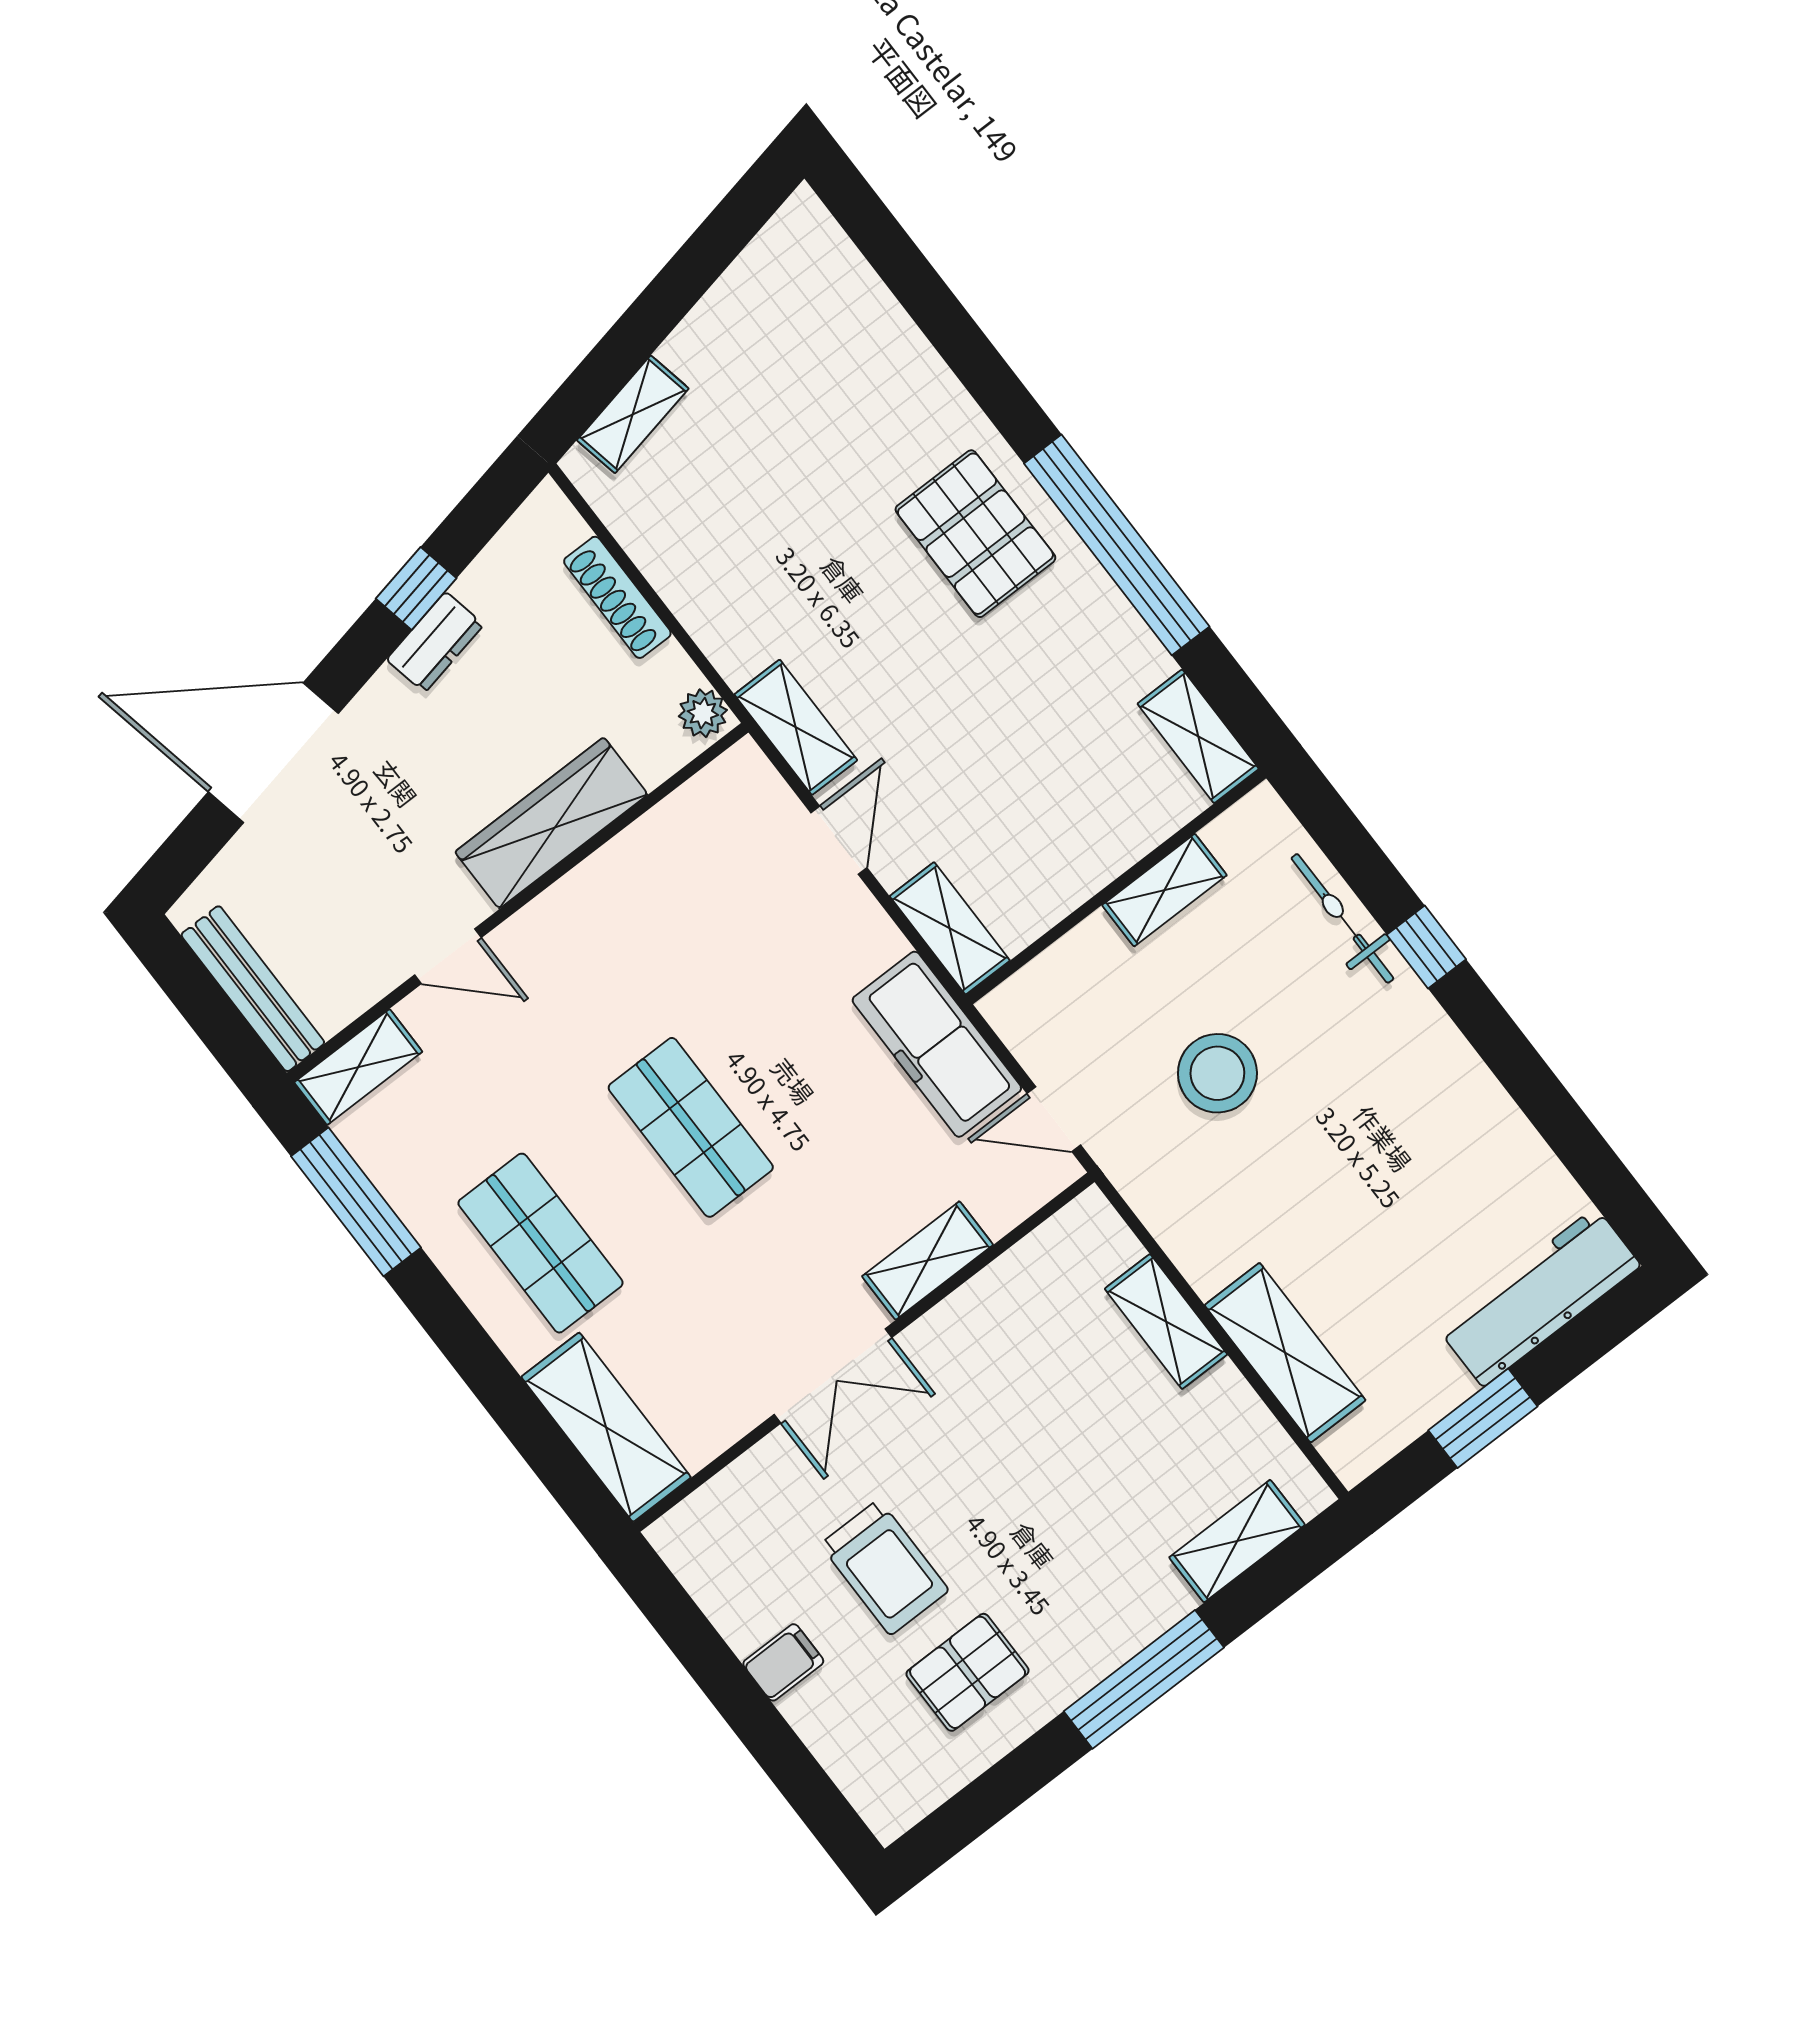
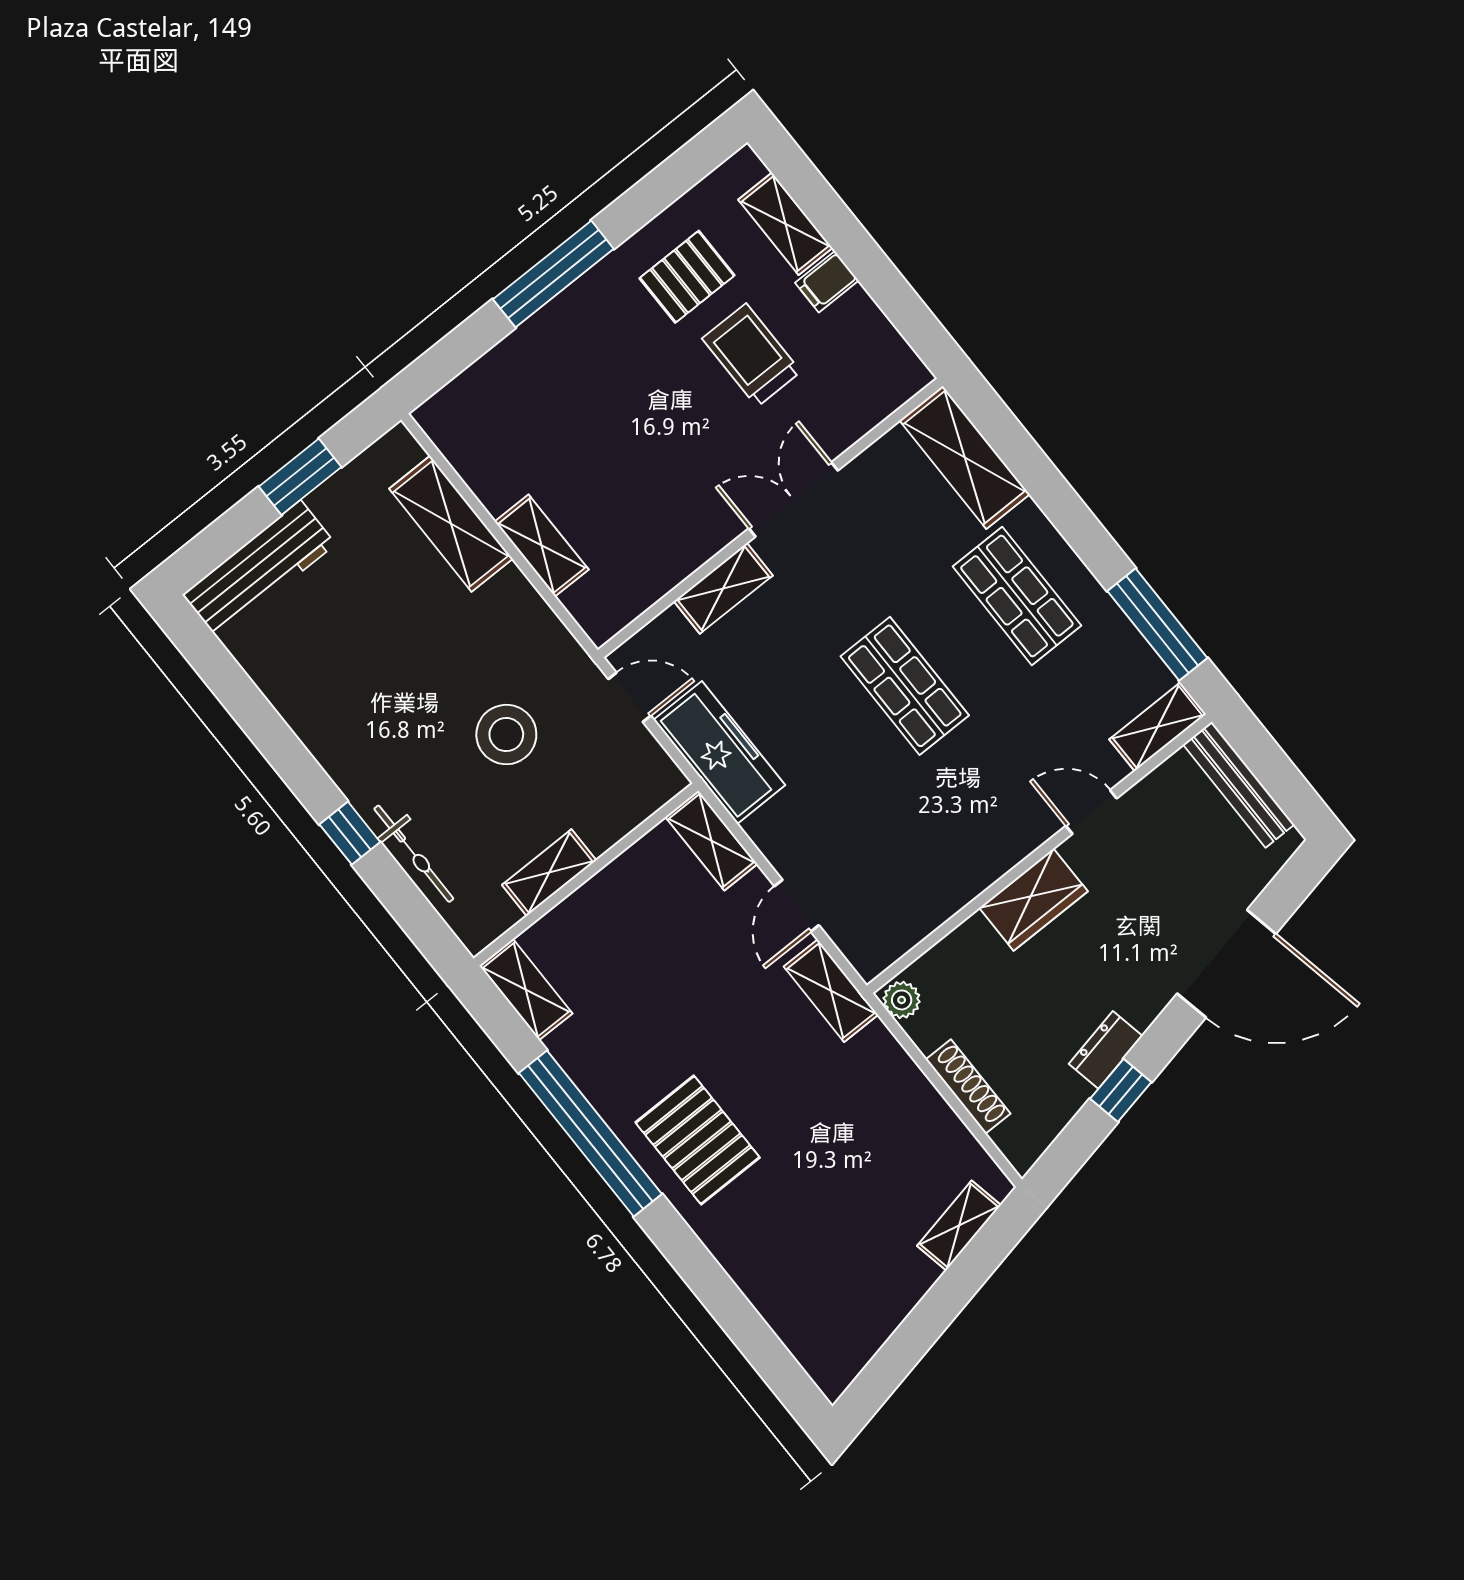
wardrobe: (551, 823) -> (1033, 900), width x0.67
shelving: (1237, 1541) -> (785, 224), moved, turned 90

